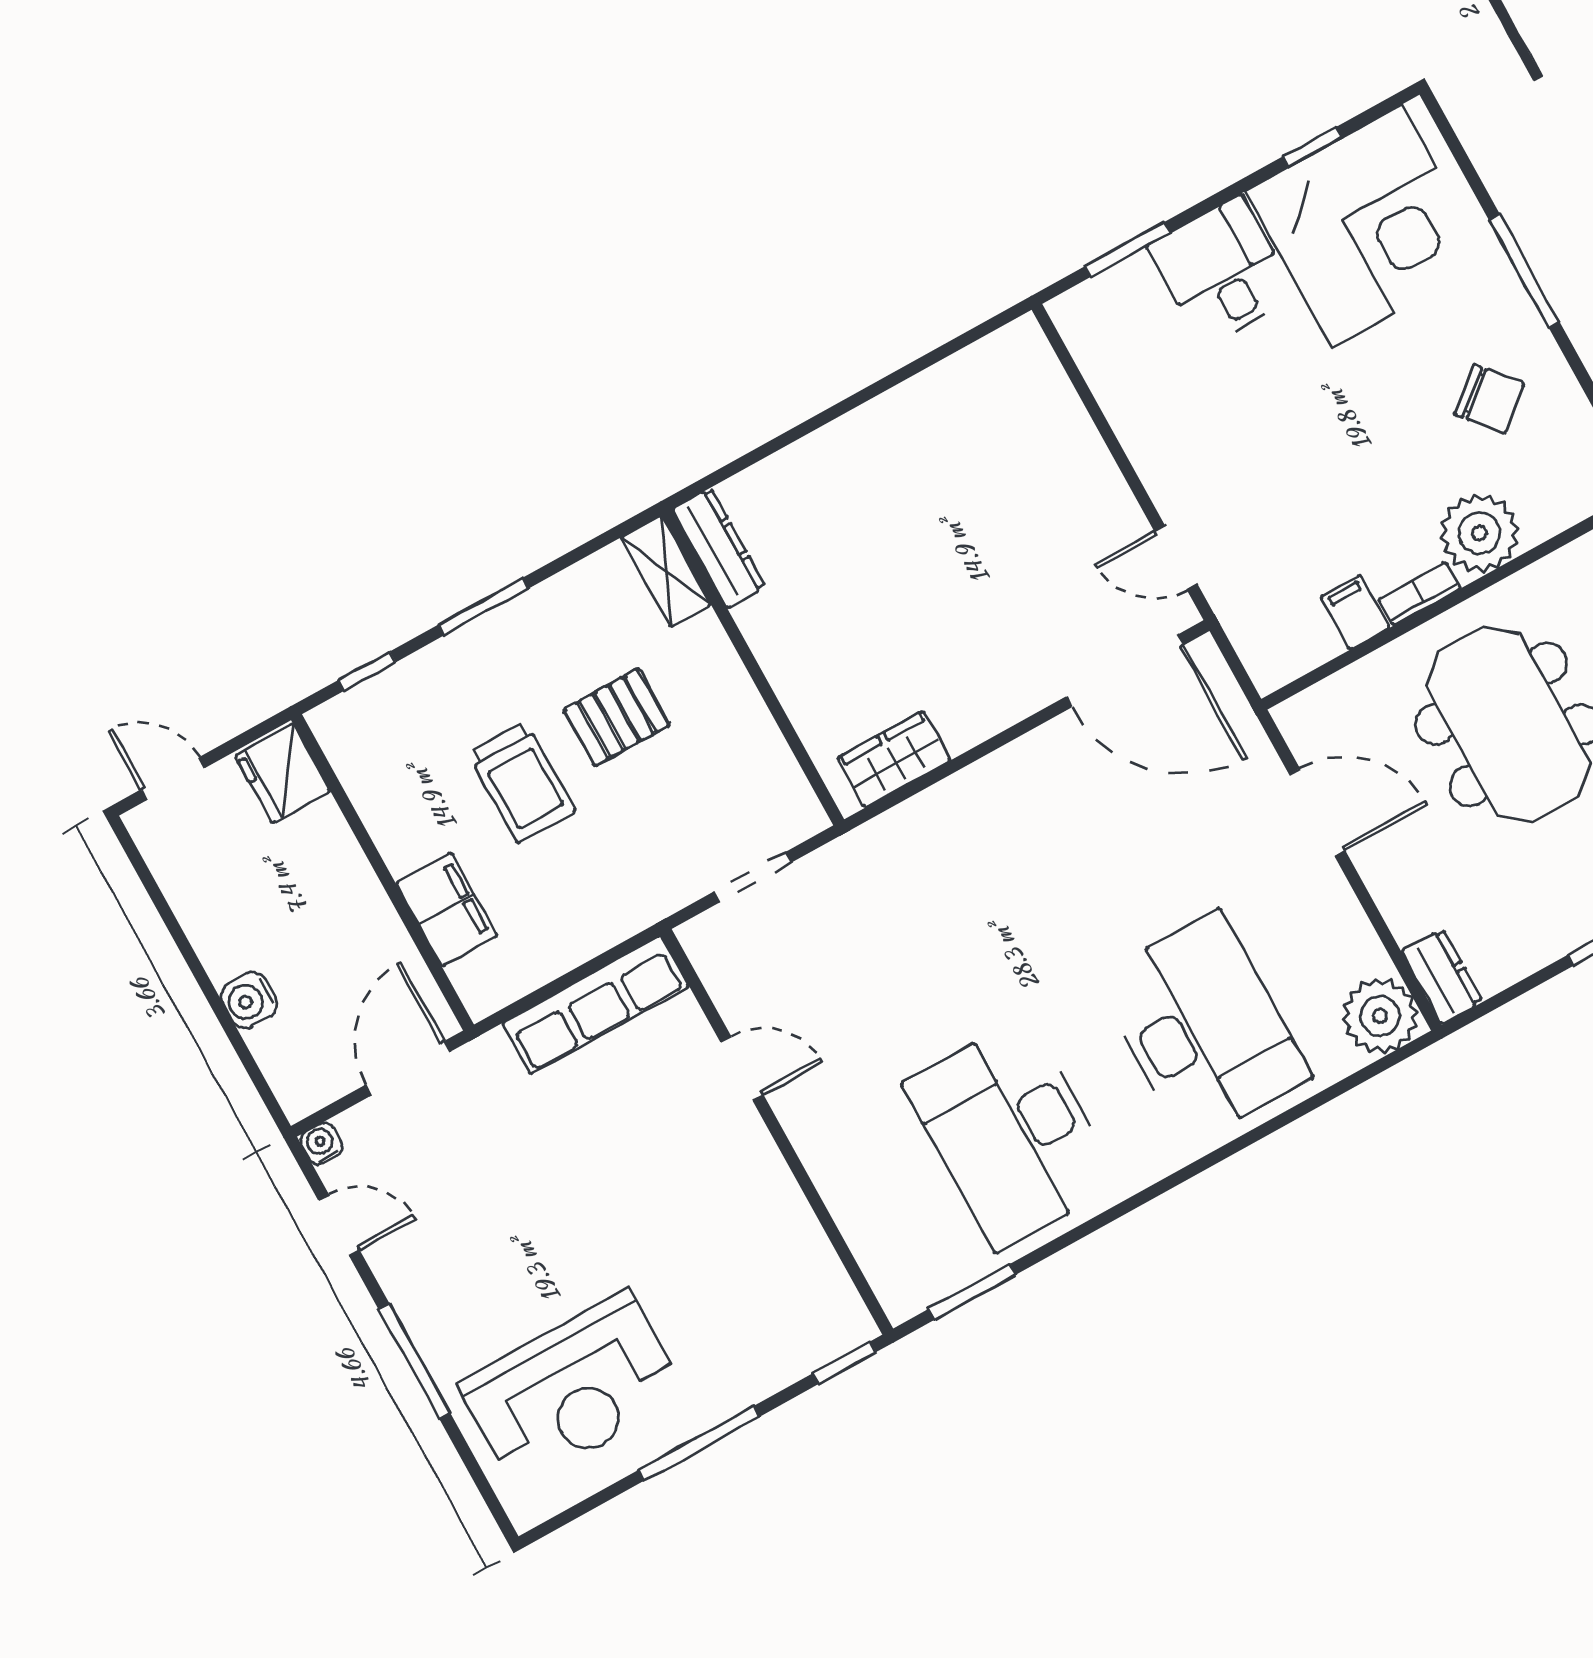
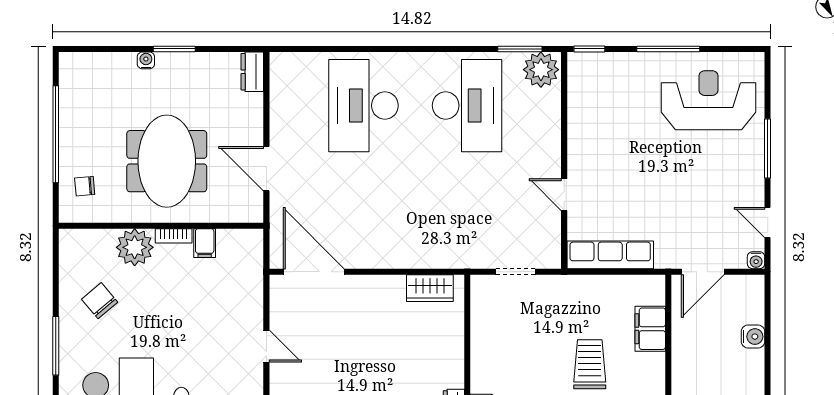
door: (1176, 558) -> (266, 346), moved
pallet: (616, 717) -> (535, 369), removed
plant: (1380, 1016) -> (541, 70), moved

